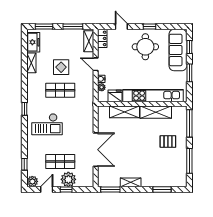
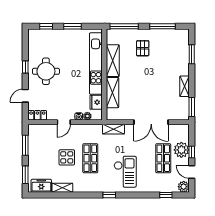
shelving: (89, 41) -> (113, 129), moved
sofa: (178, 50) -> (49, 38), removed
double door: (96, 150) -> (151, 122), swing flipped

